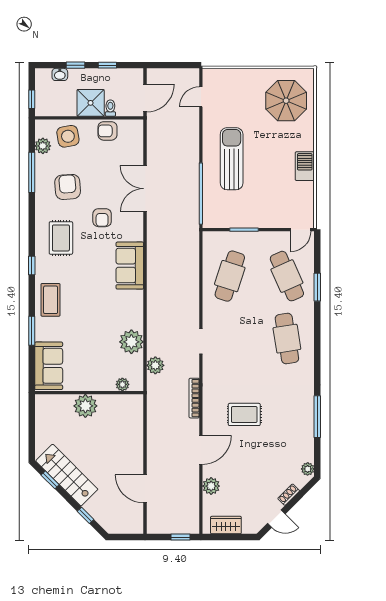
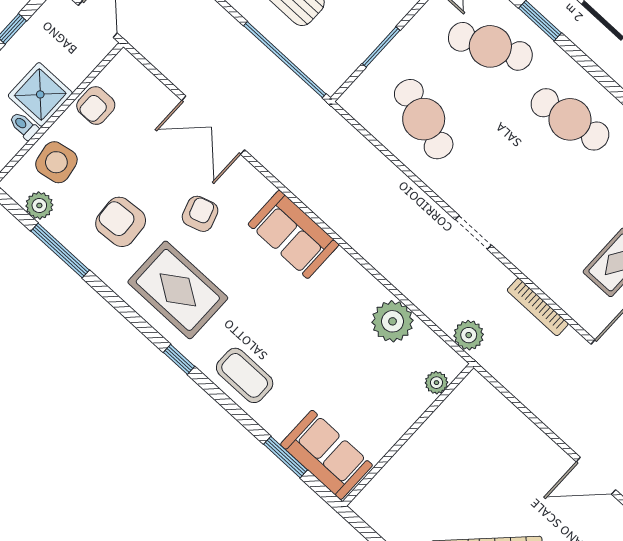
toilet: (110, 108) -> (24, 126), moved
armchair: (102, 218) -> (200, 214), turned -108
rug: (61, 238) -> (178, 290), width x1.36, depth x1.43
window: (32, 331) -> (285, 457), moved
plant: (155, 365) -> (469, 335), moved
plant: (85, 406) -> (421, 455), removed

